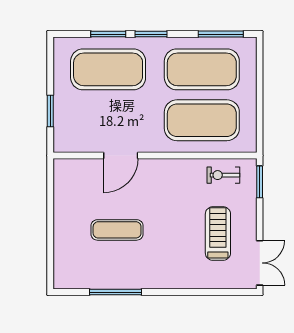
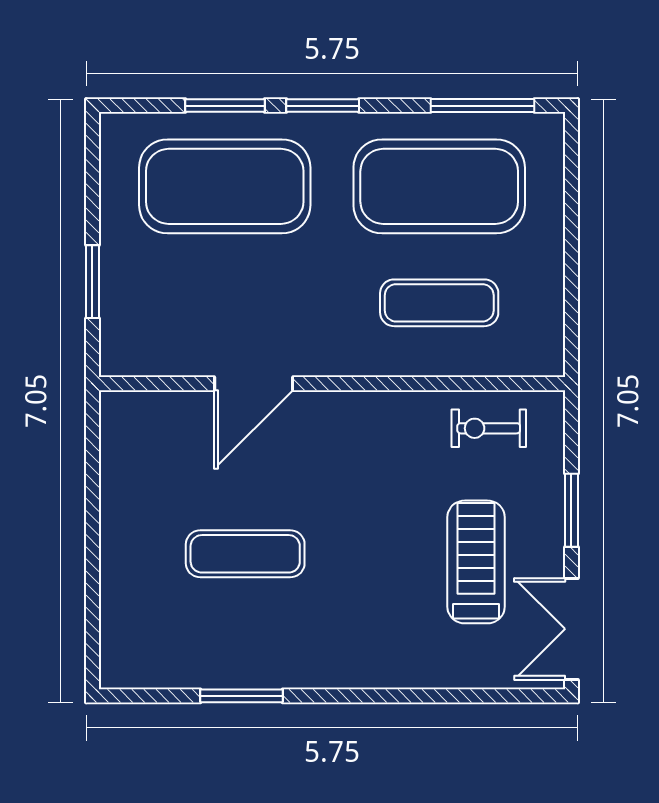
exercise mat: (202, 120) -> (439, 303), width x0.50, depth x0.69
window: (260, 182) -> (571, 510), moved
double door: (260, 263) -> (571, 629), swing flipped
window: (115, 292) -> (242, 696), width x0.69

